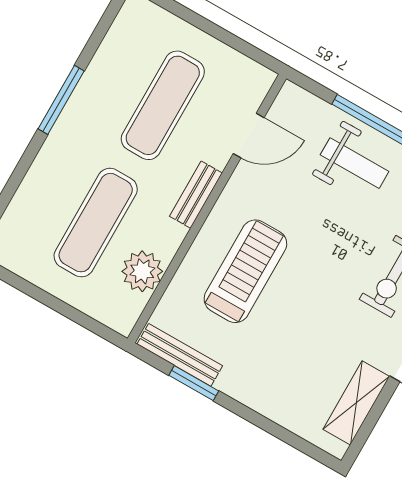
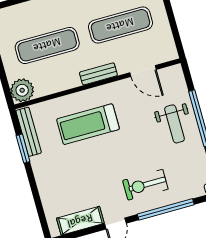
plant: (142, 271) -> (22, 90), moved
treadmill: (245, 271) -> (88, 124), turned 180

